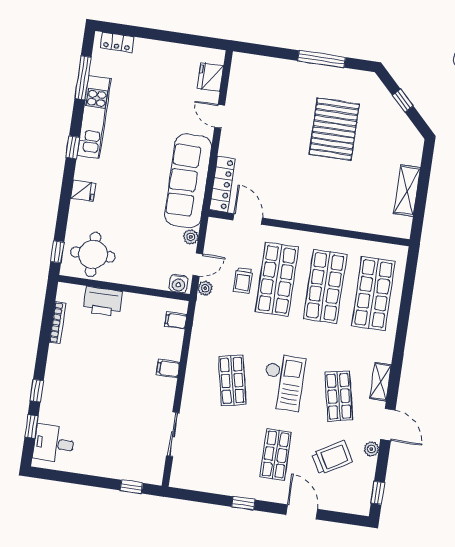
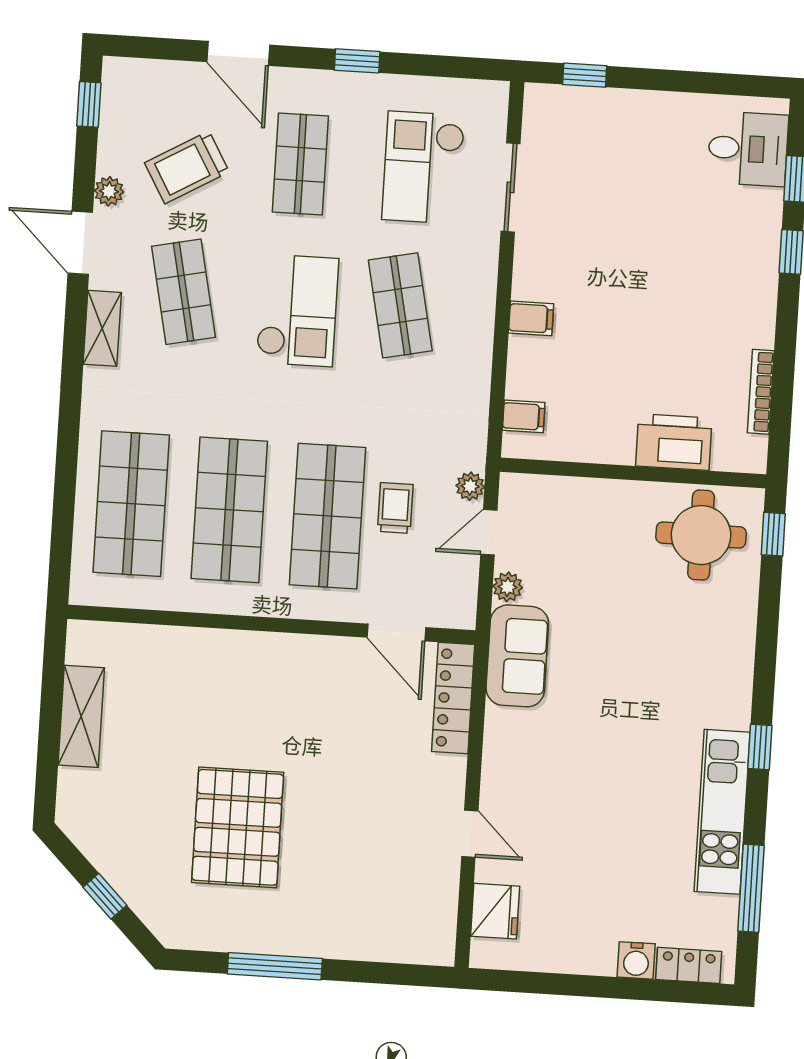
sofa: (188, 181) -> (517, 656), width x0.54, depth x0.79
fridge: (83, 191) -> (732, 661), removed
water cooler: (179, 283) -> (636, 960), moved, turned 180
checkout: (283, 382) -> (297, 310), turned 180
checkout: (215, 448) -> (423, 168), added

